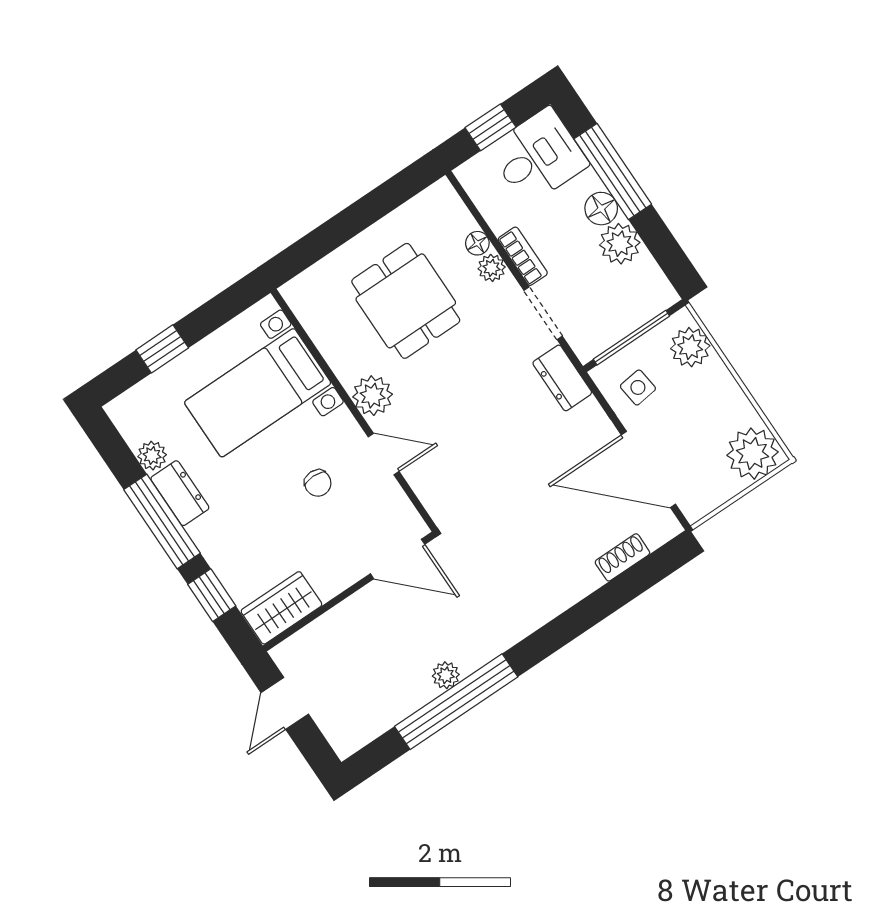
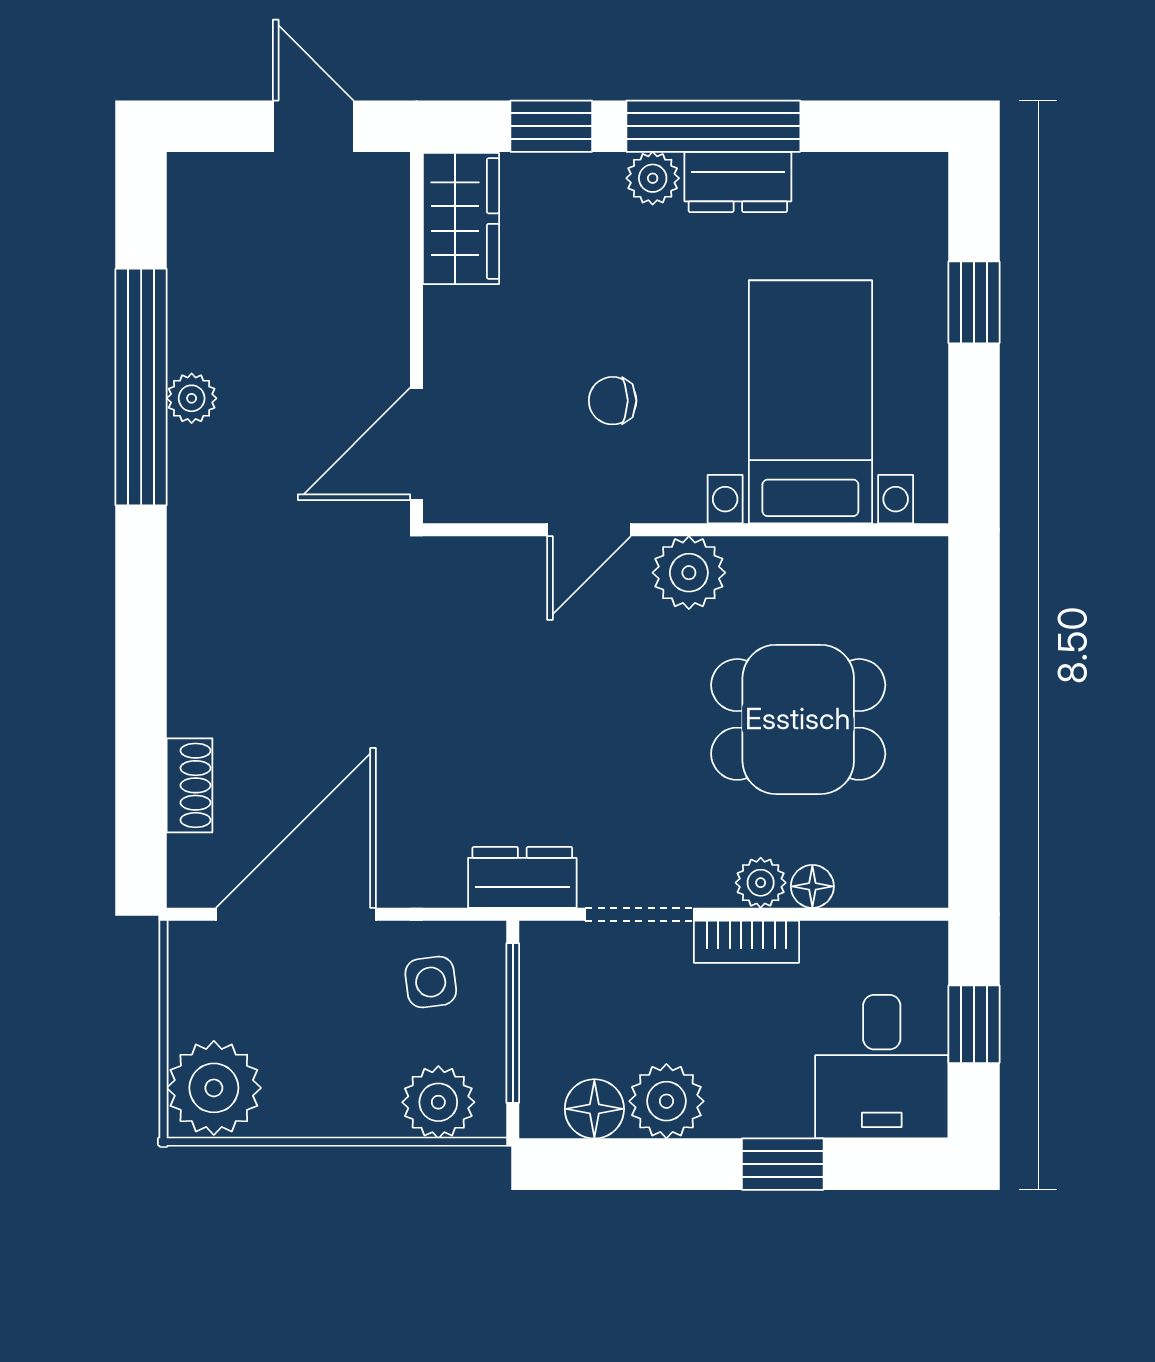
window: (613, 172) -> (783, 1164), width x0.46
floor lamp: (601, 209) -> (594, 1109), moved
plant: (152, 456) -> (653, 178), moved

